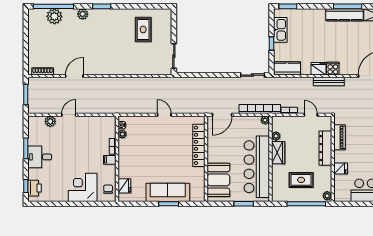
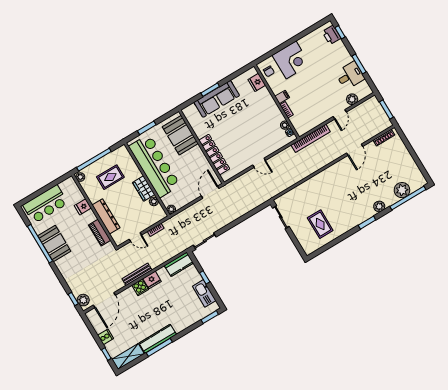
bookcase: (260, 109) -> (311, 138), moved
desk: (40, 157) -> (350, 76), moved

